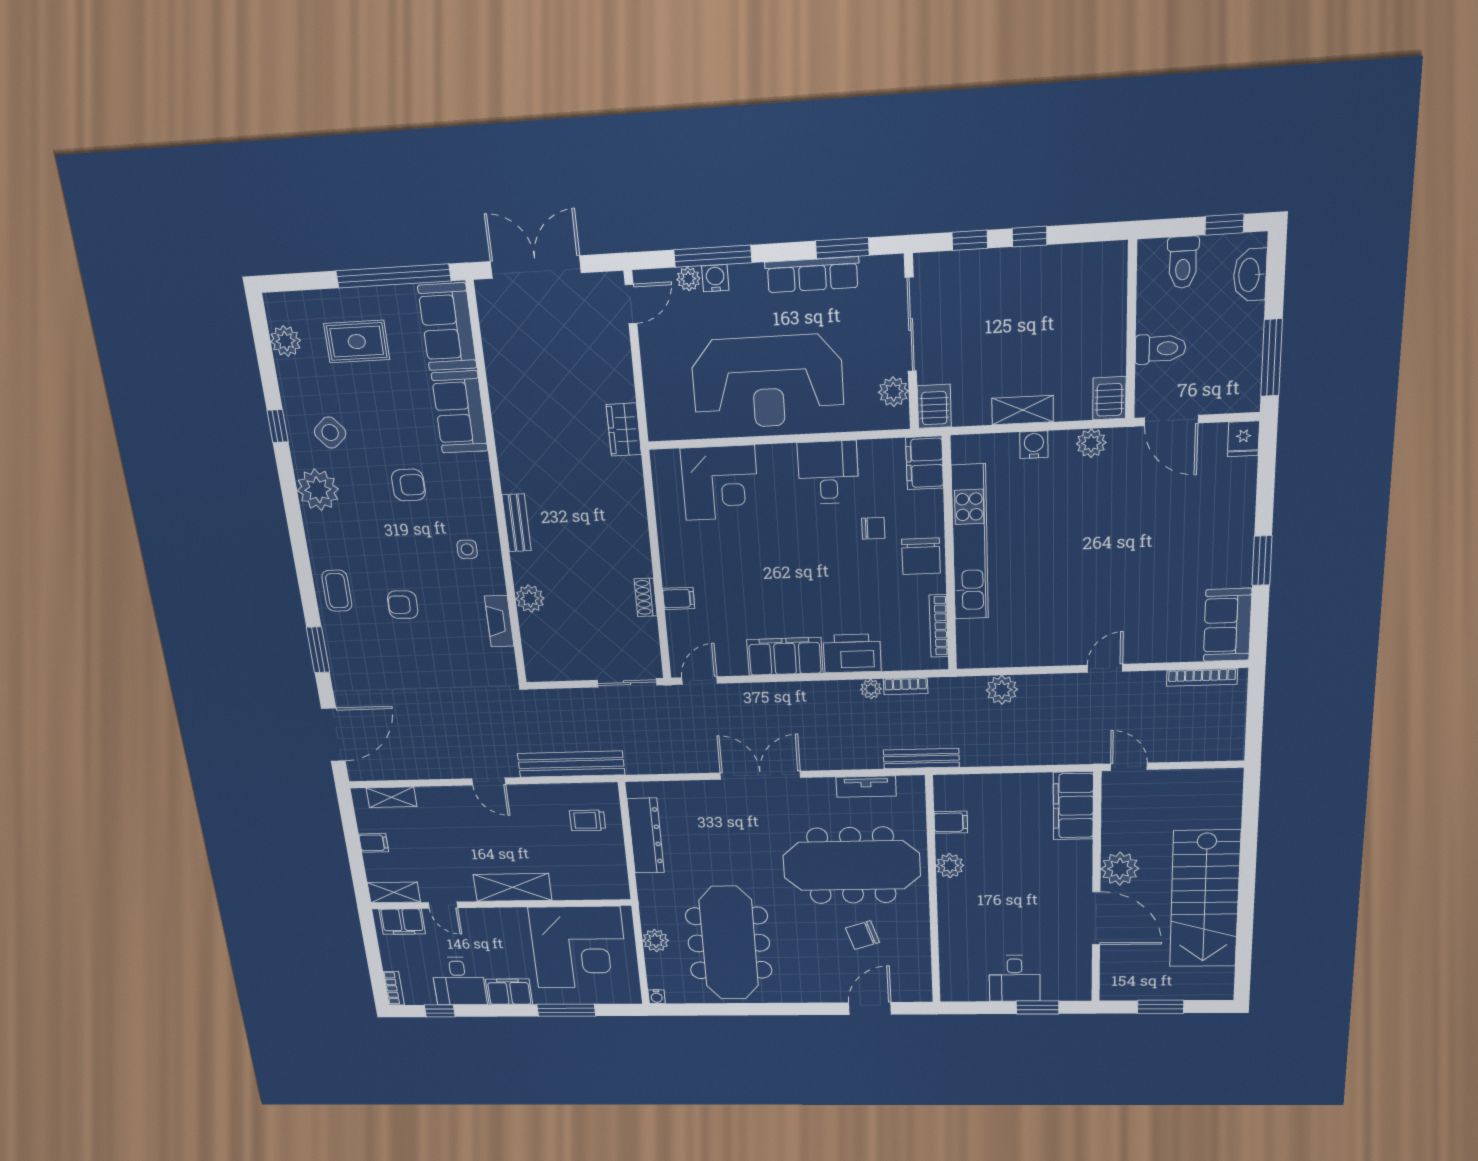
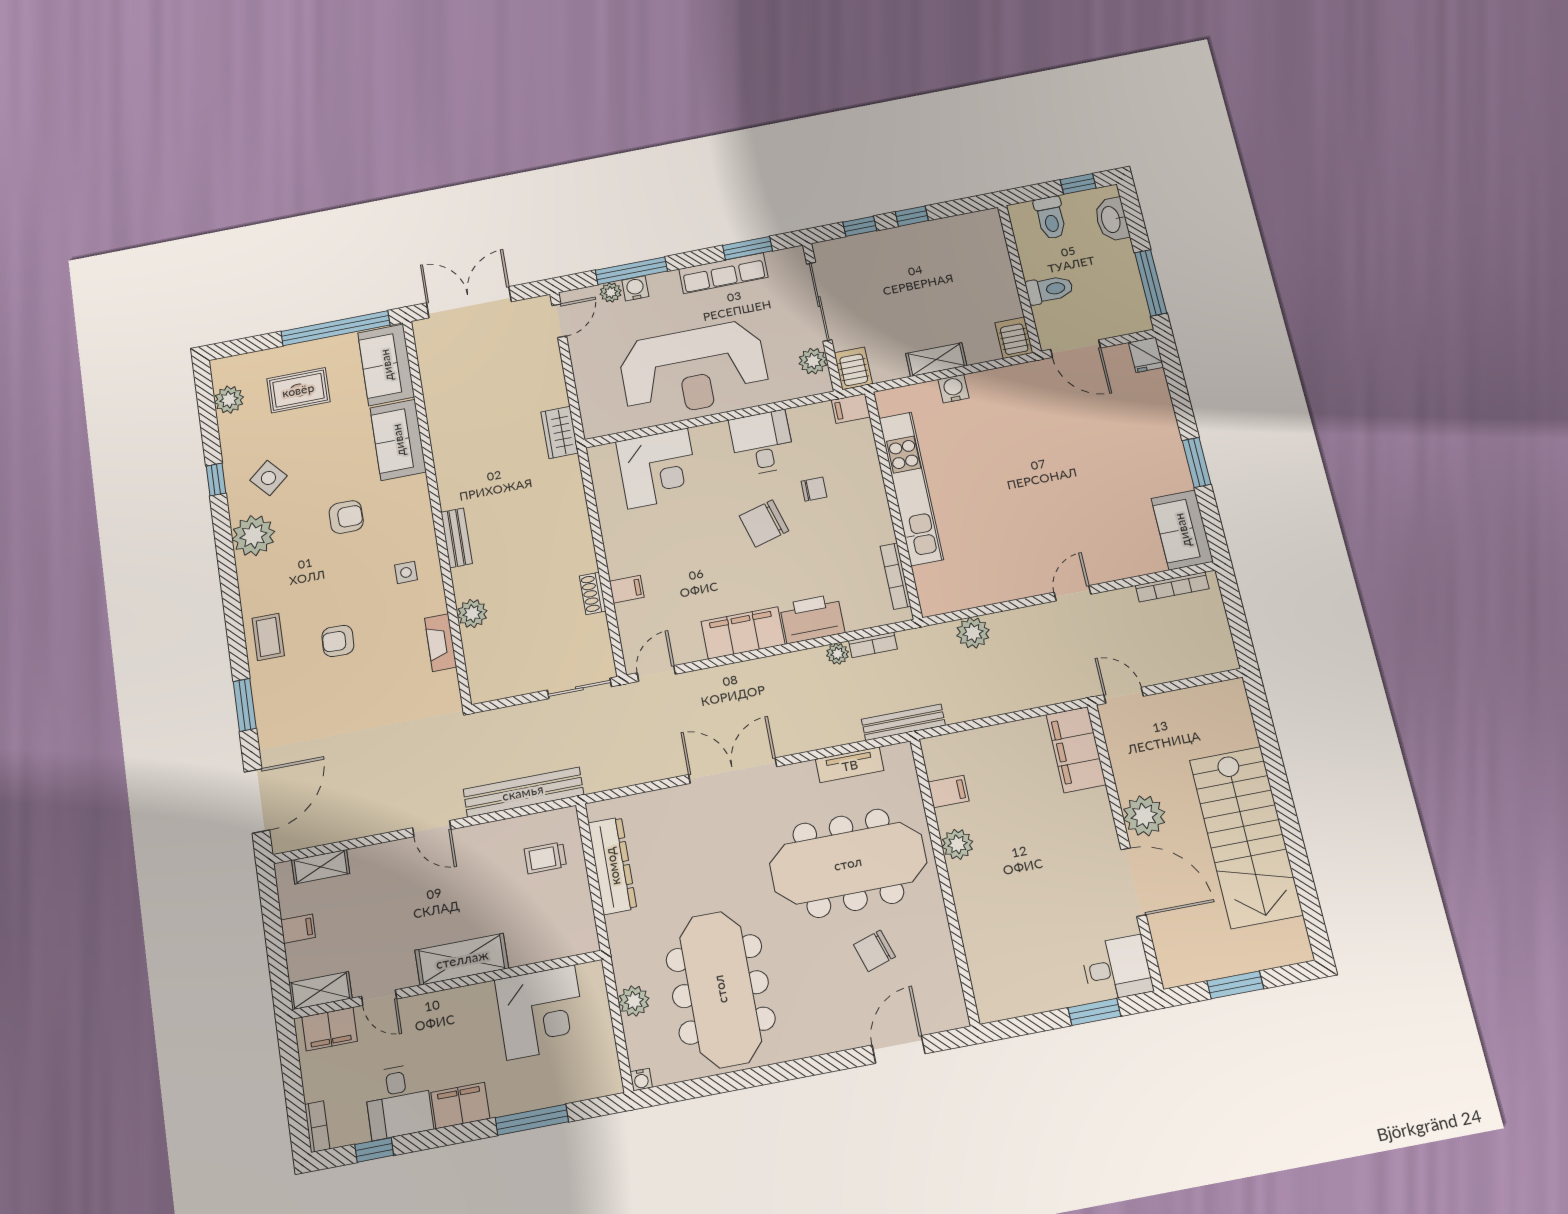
plant: (1091, 443) -> (1007, 379), removed
filing cabinet: (925, 463) -> (851, 408), width x0.50
chair: (921, 556) -> (764, 523), moved, turned 74
corner desk: (579, 947) -> (541, 1012), width x0.74, depth x0.74
desk: (1015, 978) -> (1117, 968), moved, turned -90

